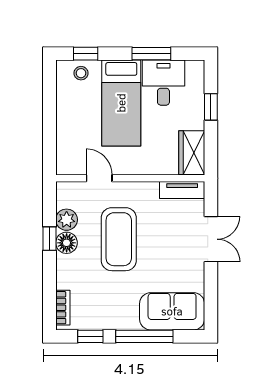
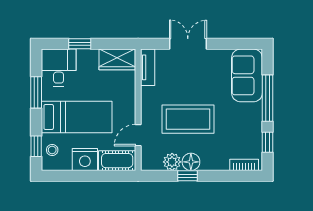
desk: (163, 83) -> (59, 68), moved, turned 90
nightstand: (69, 113) -> (85, 159), added
cot: (68, 153) -> (117, 161), added

